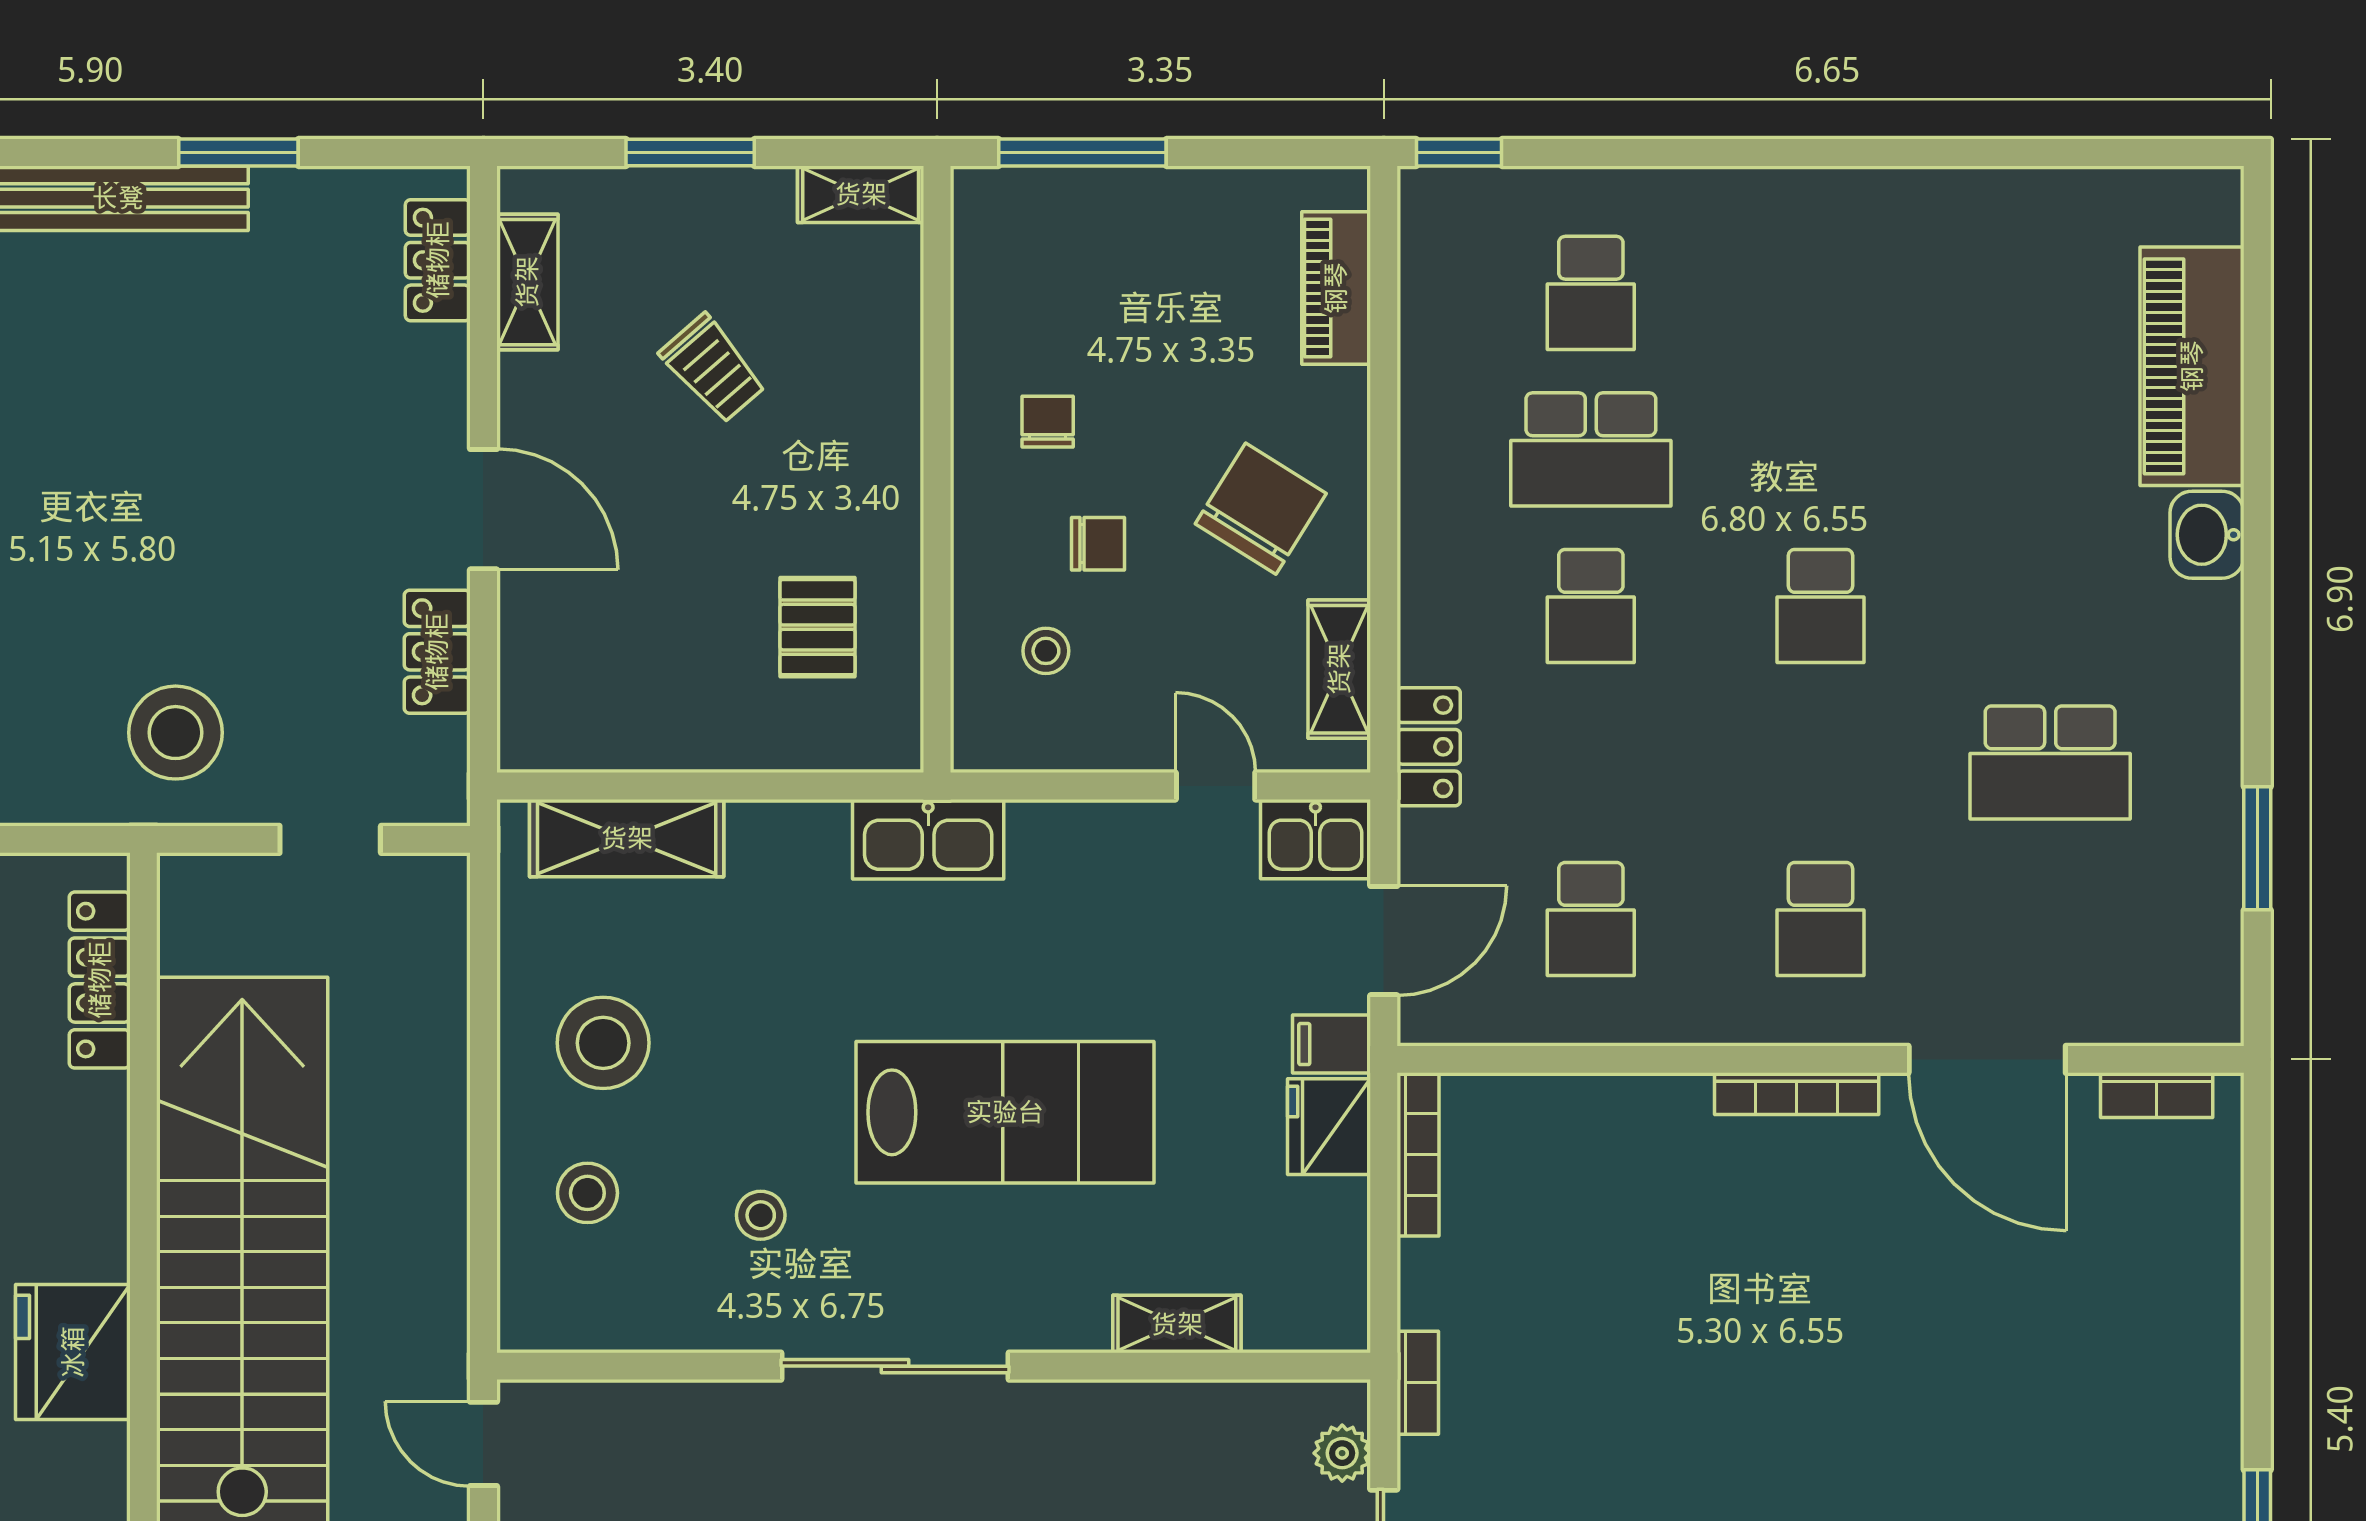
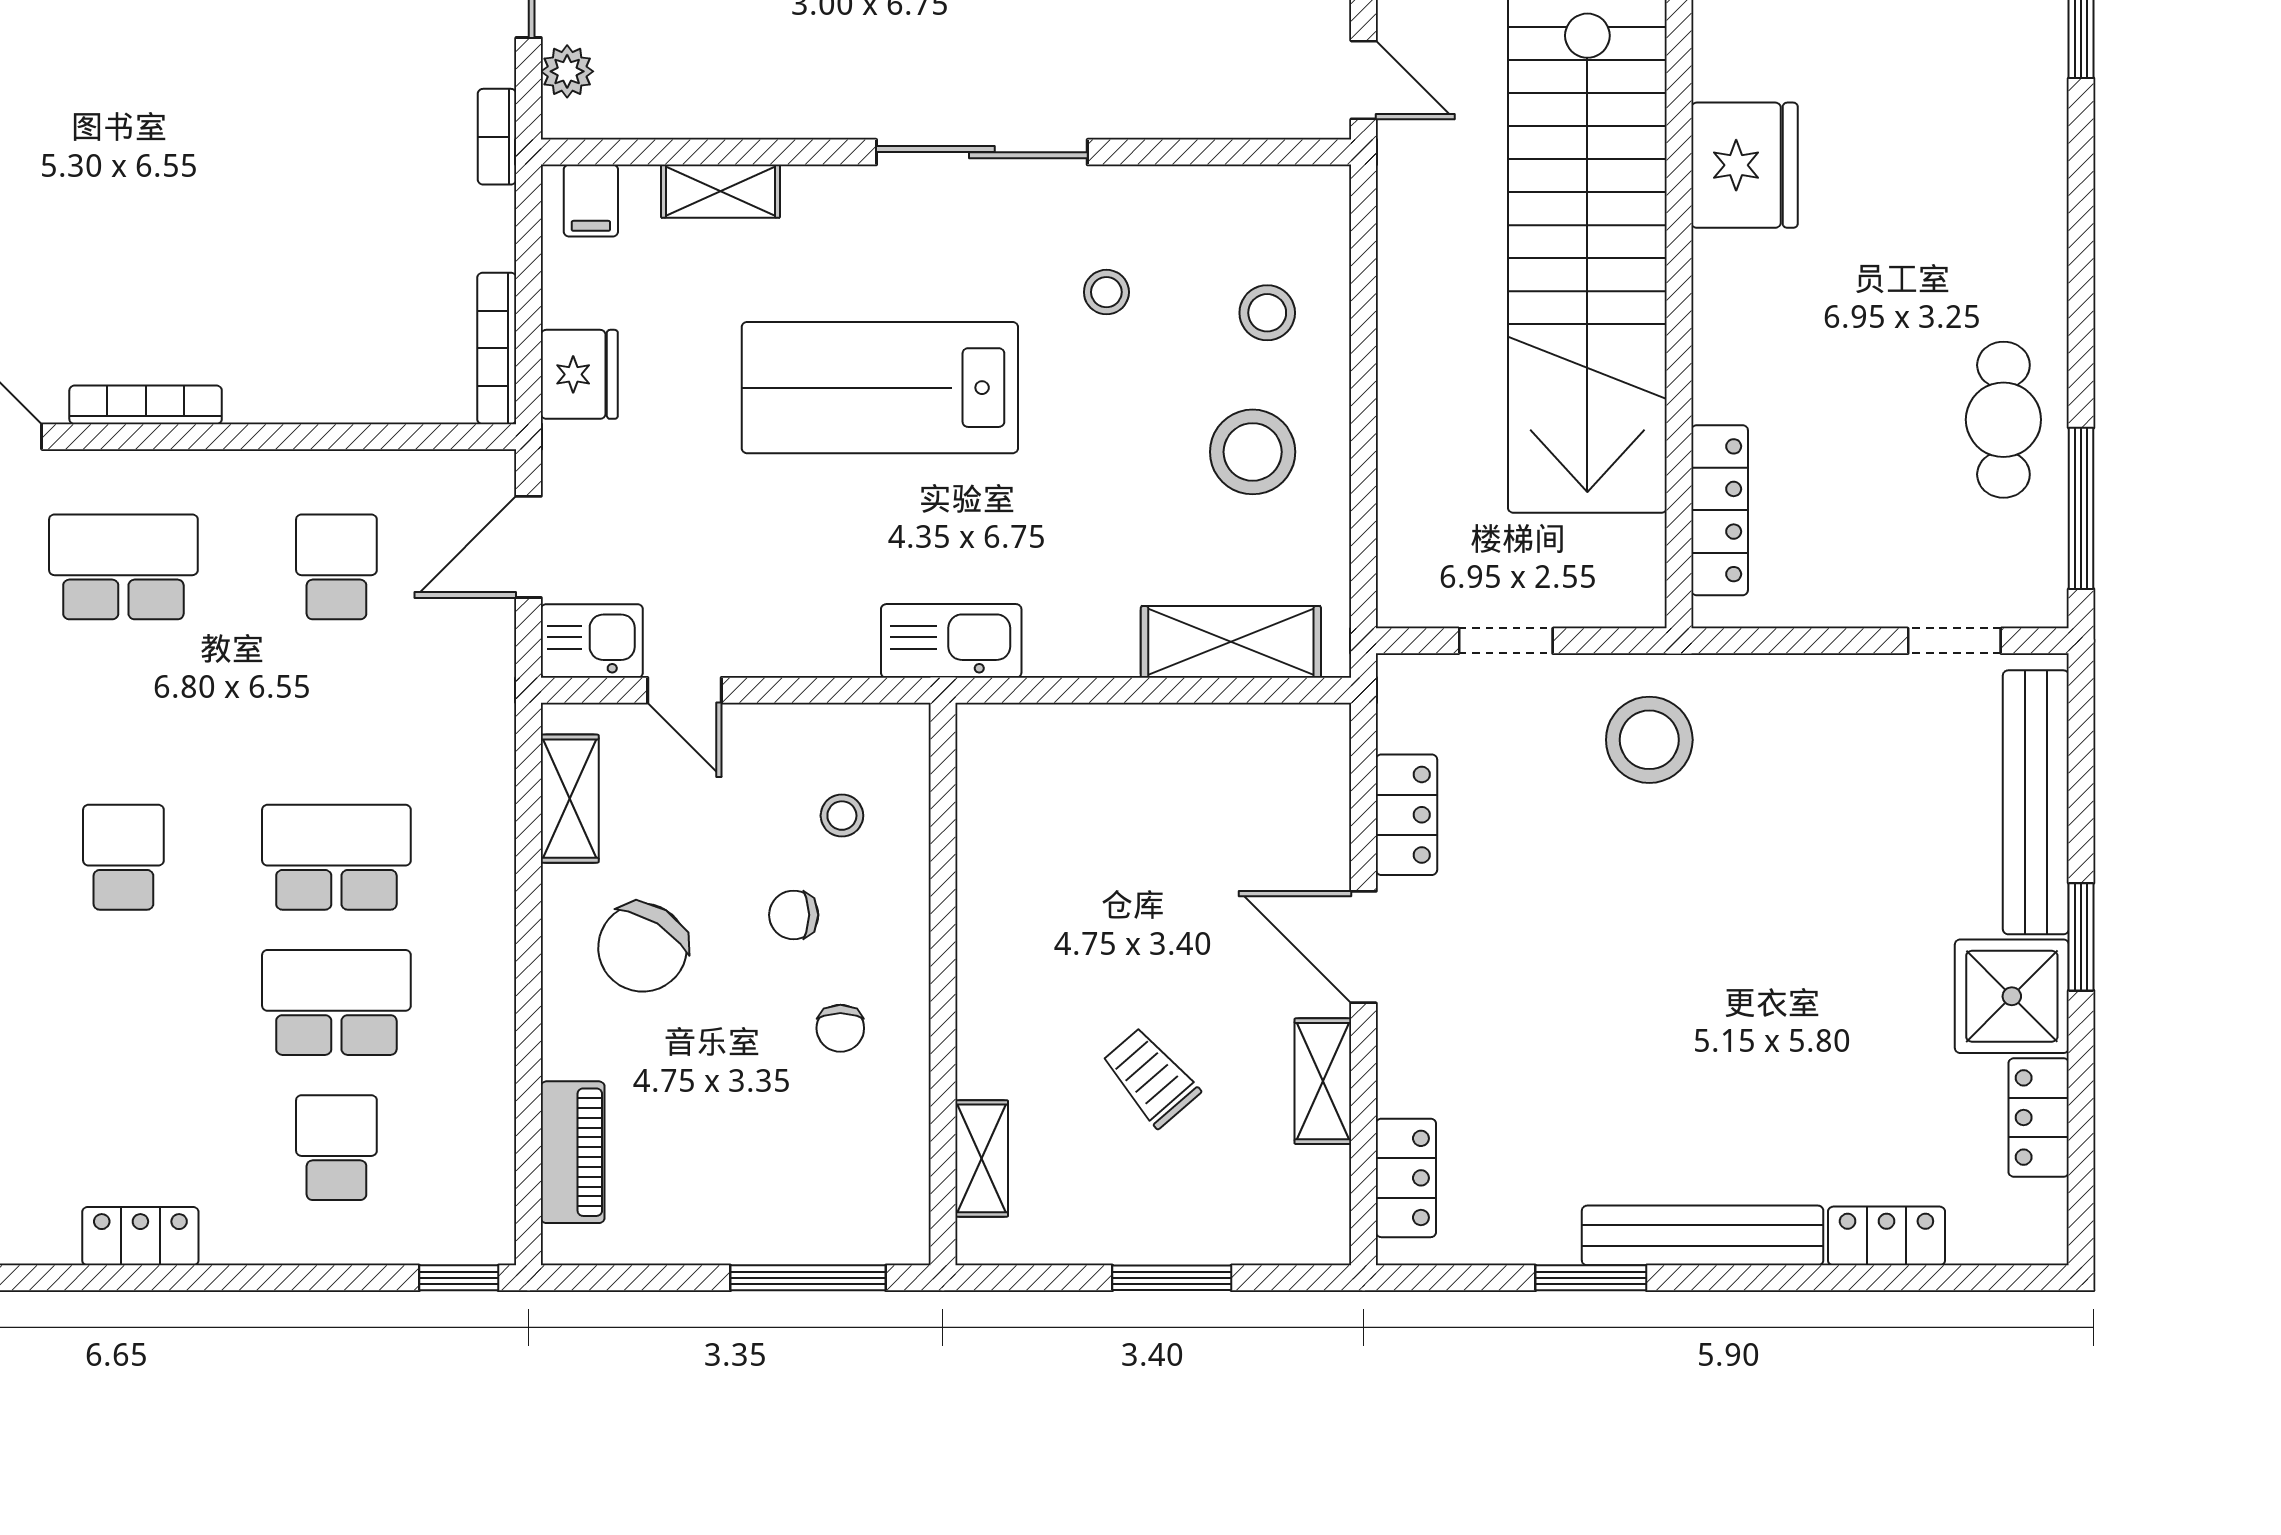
shelving: (861, 194) -> (982, 1158), moved, turned 90
shelving: (527, 282) -> (1323, 1081), moved
school desk: (1591, 606) -> (336, 857), width x1.85
pallet: (818, 627) -> (1054, 838), removed
locker: (1429, 747) -> (140, 1236), moved, turned 90
school desk: (1820, 919) -> (123, 567), width x1.85
filing cabinet: (1332, 1044) -> (591, 201), moved, turned 90

